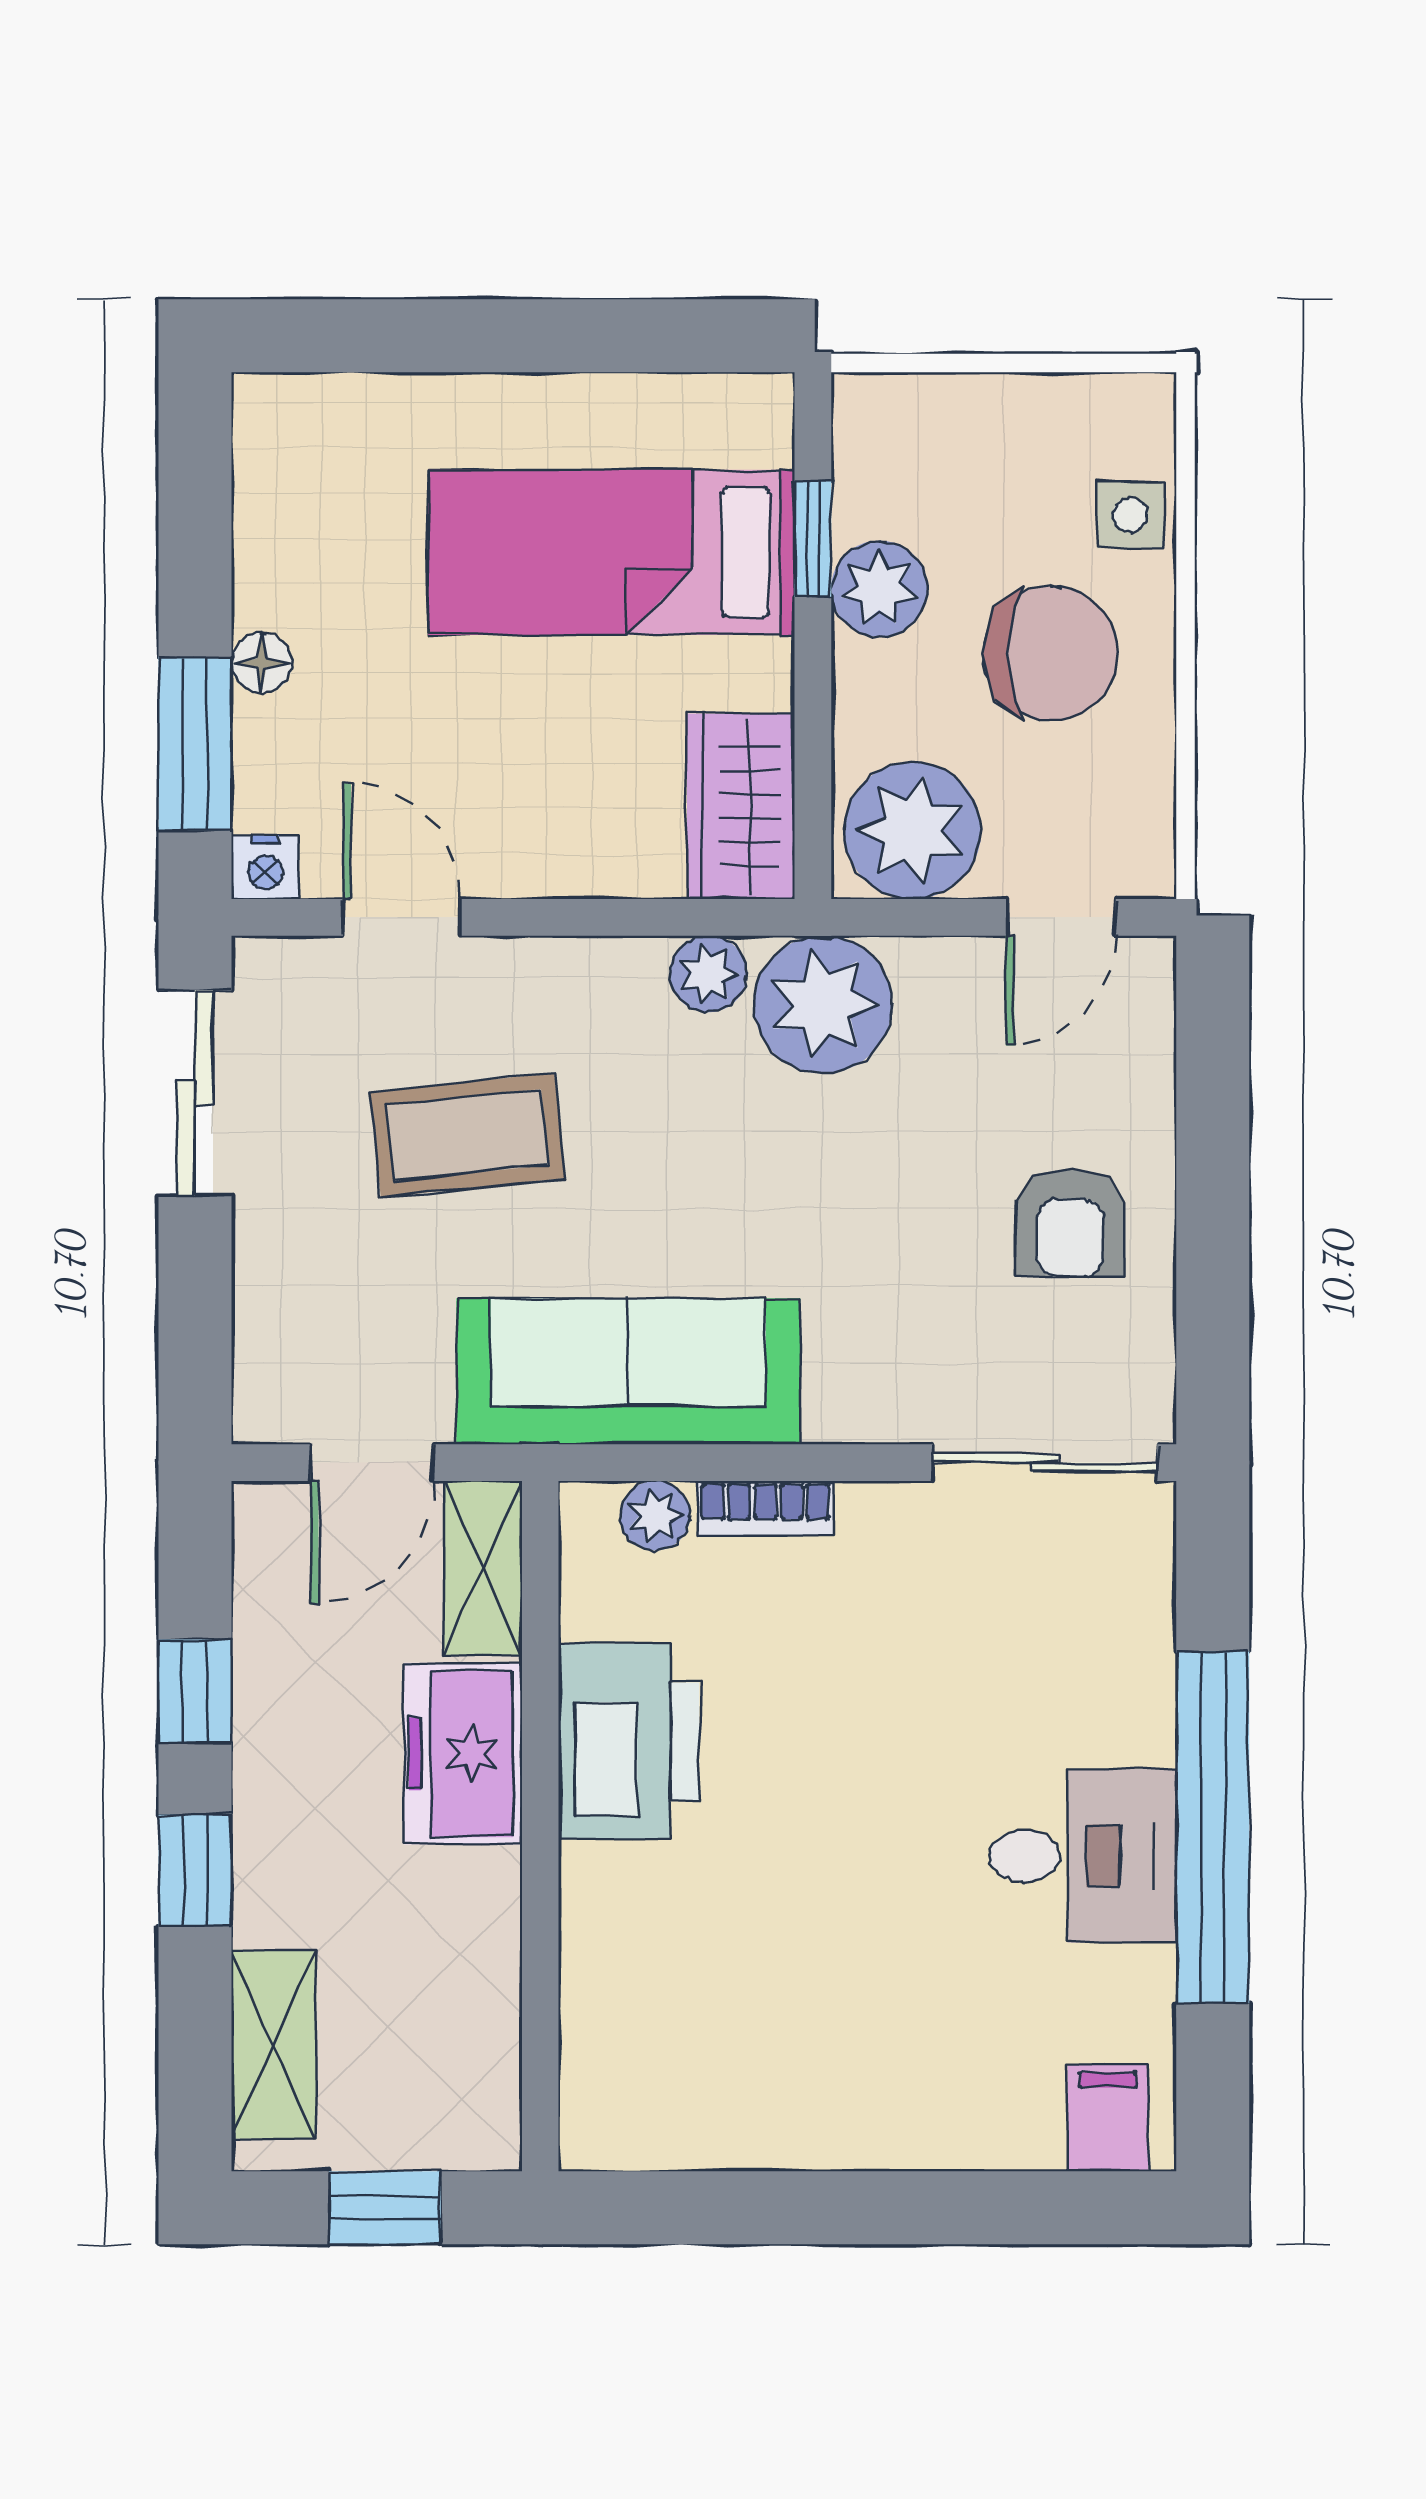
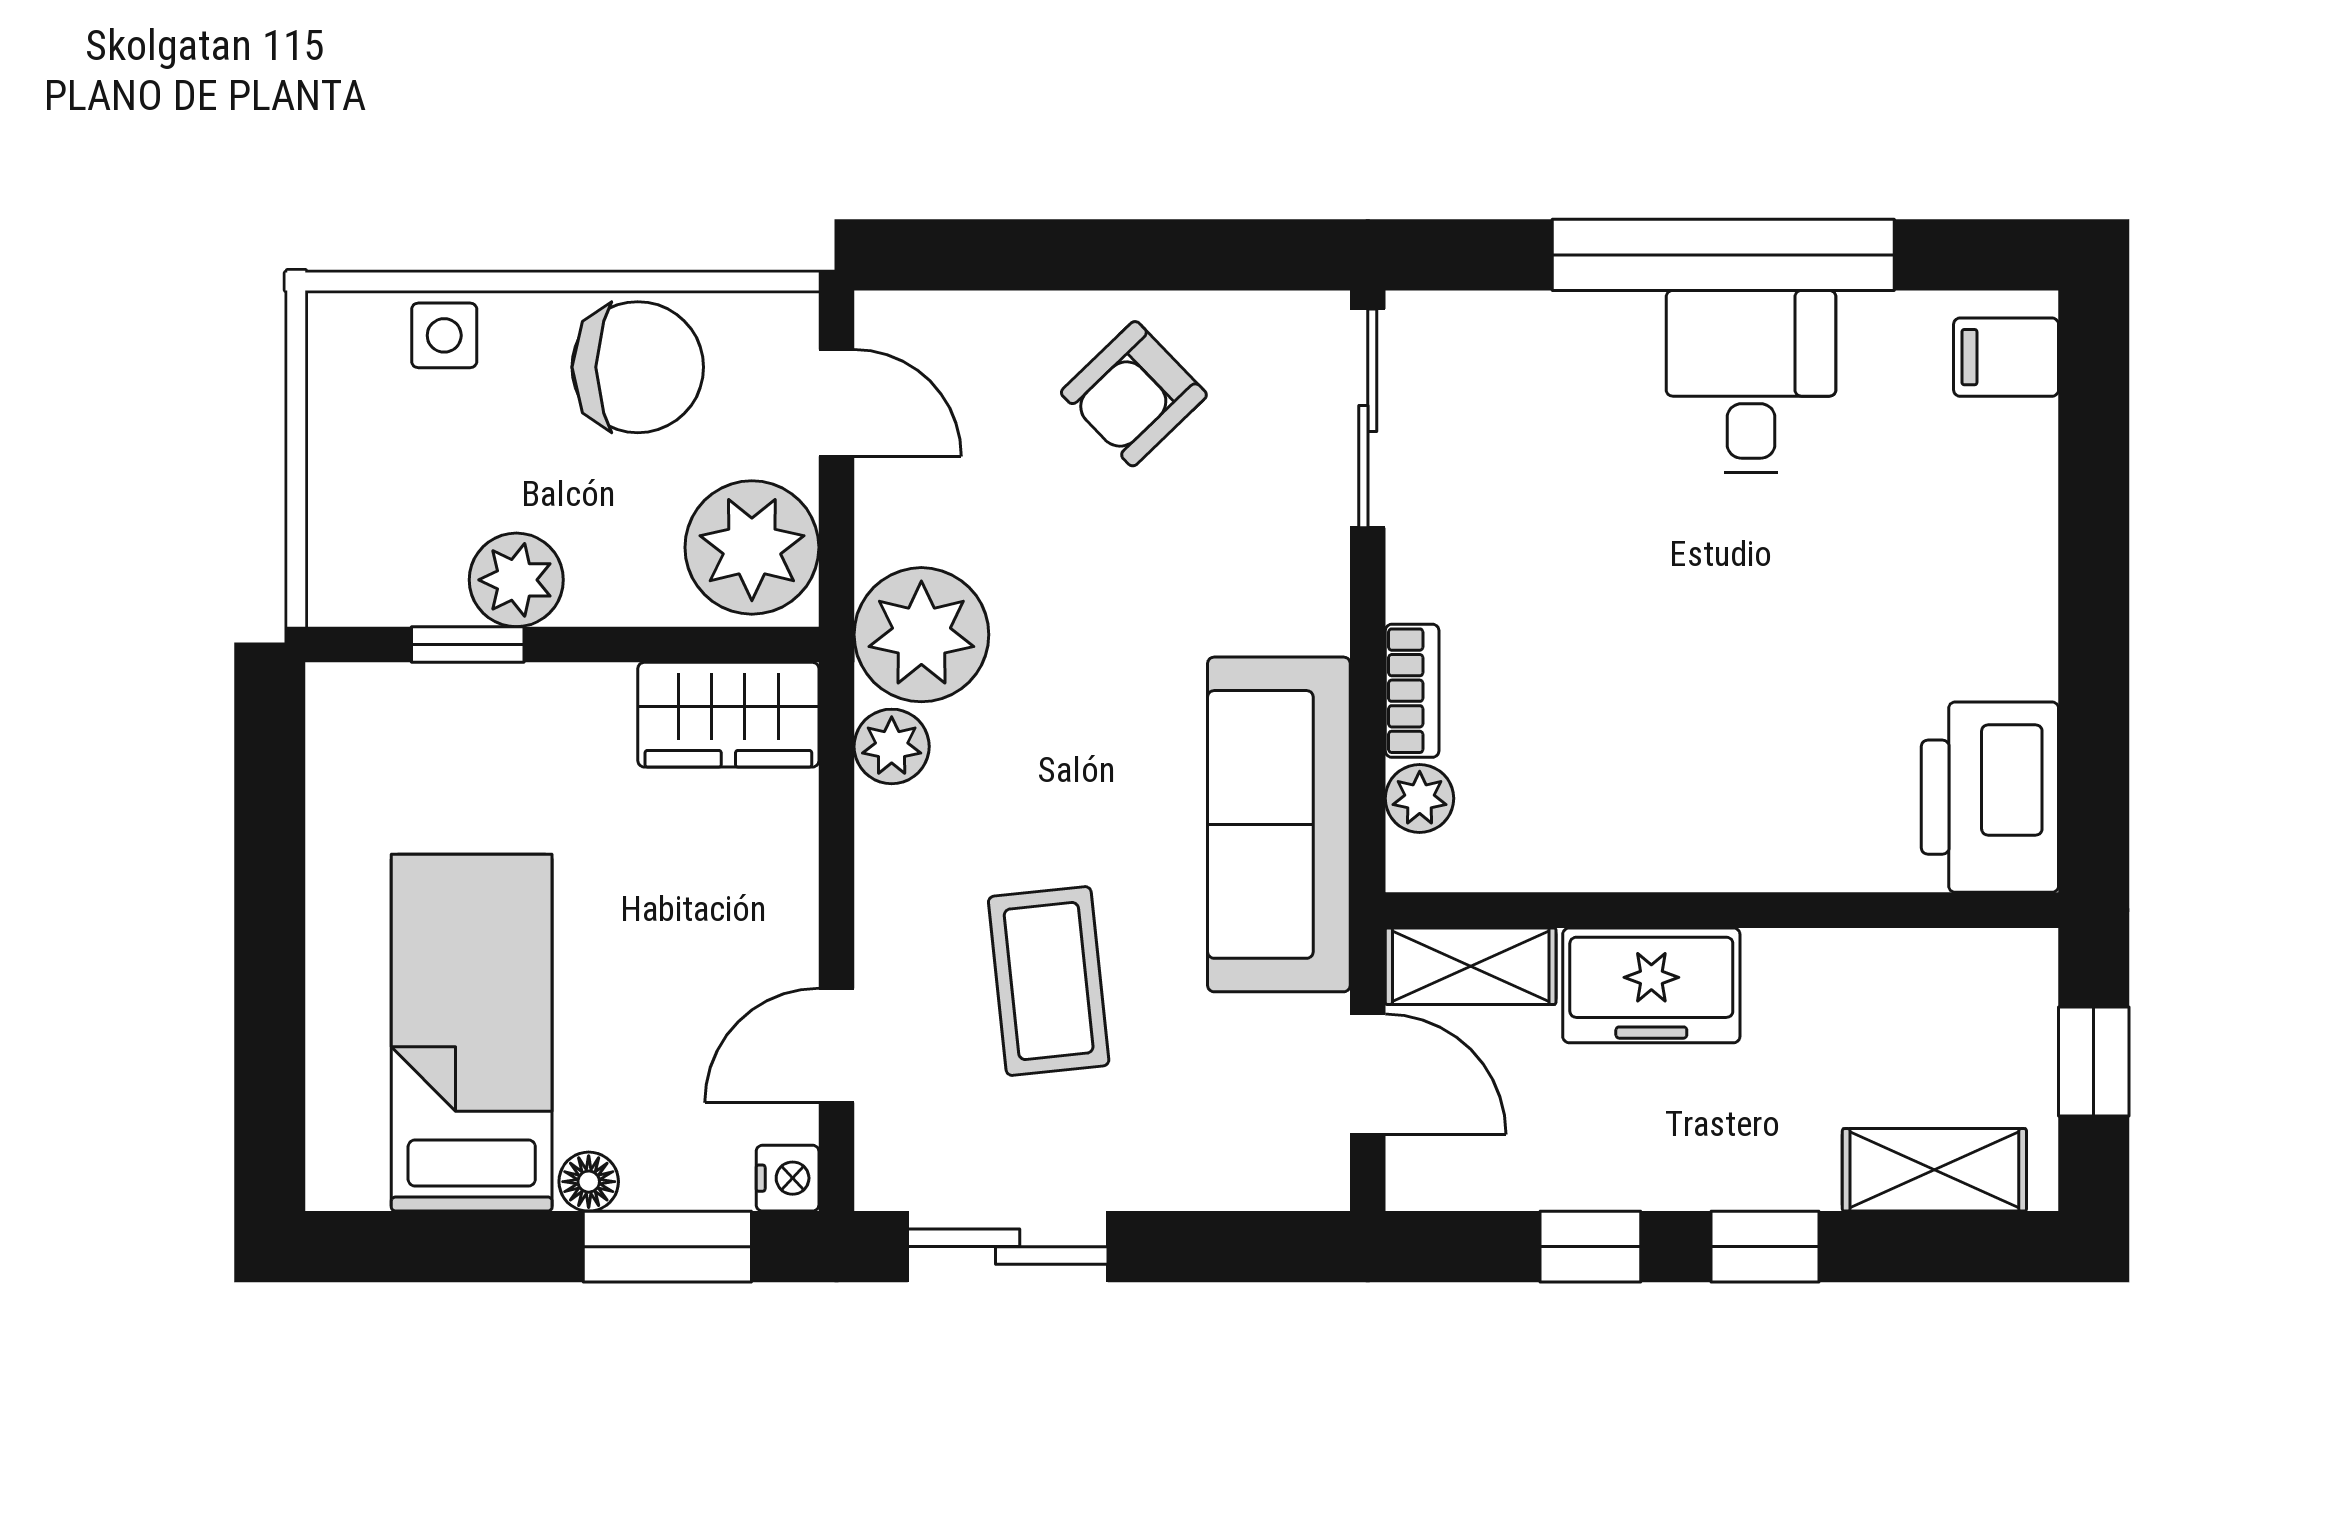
bed: (612, 552) -> (472, 1033), moved, turned 180
chair: (1050, 653) -> (638, 367), moved, turned 90
armchair: (1070, 1223) -> (1134, 394), turned 135
printer: (629, 1741) -> (1990, 797), moved, turned -90

